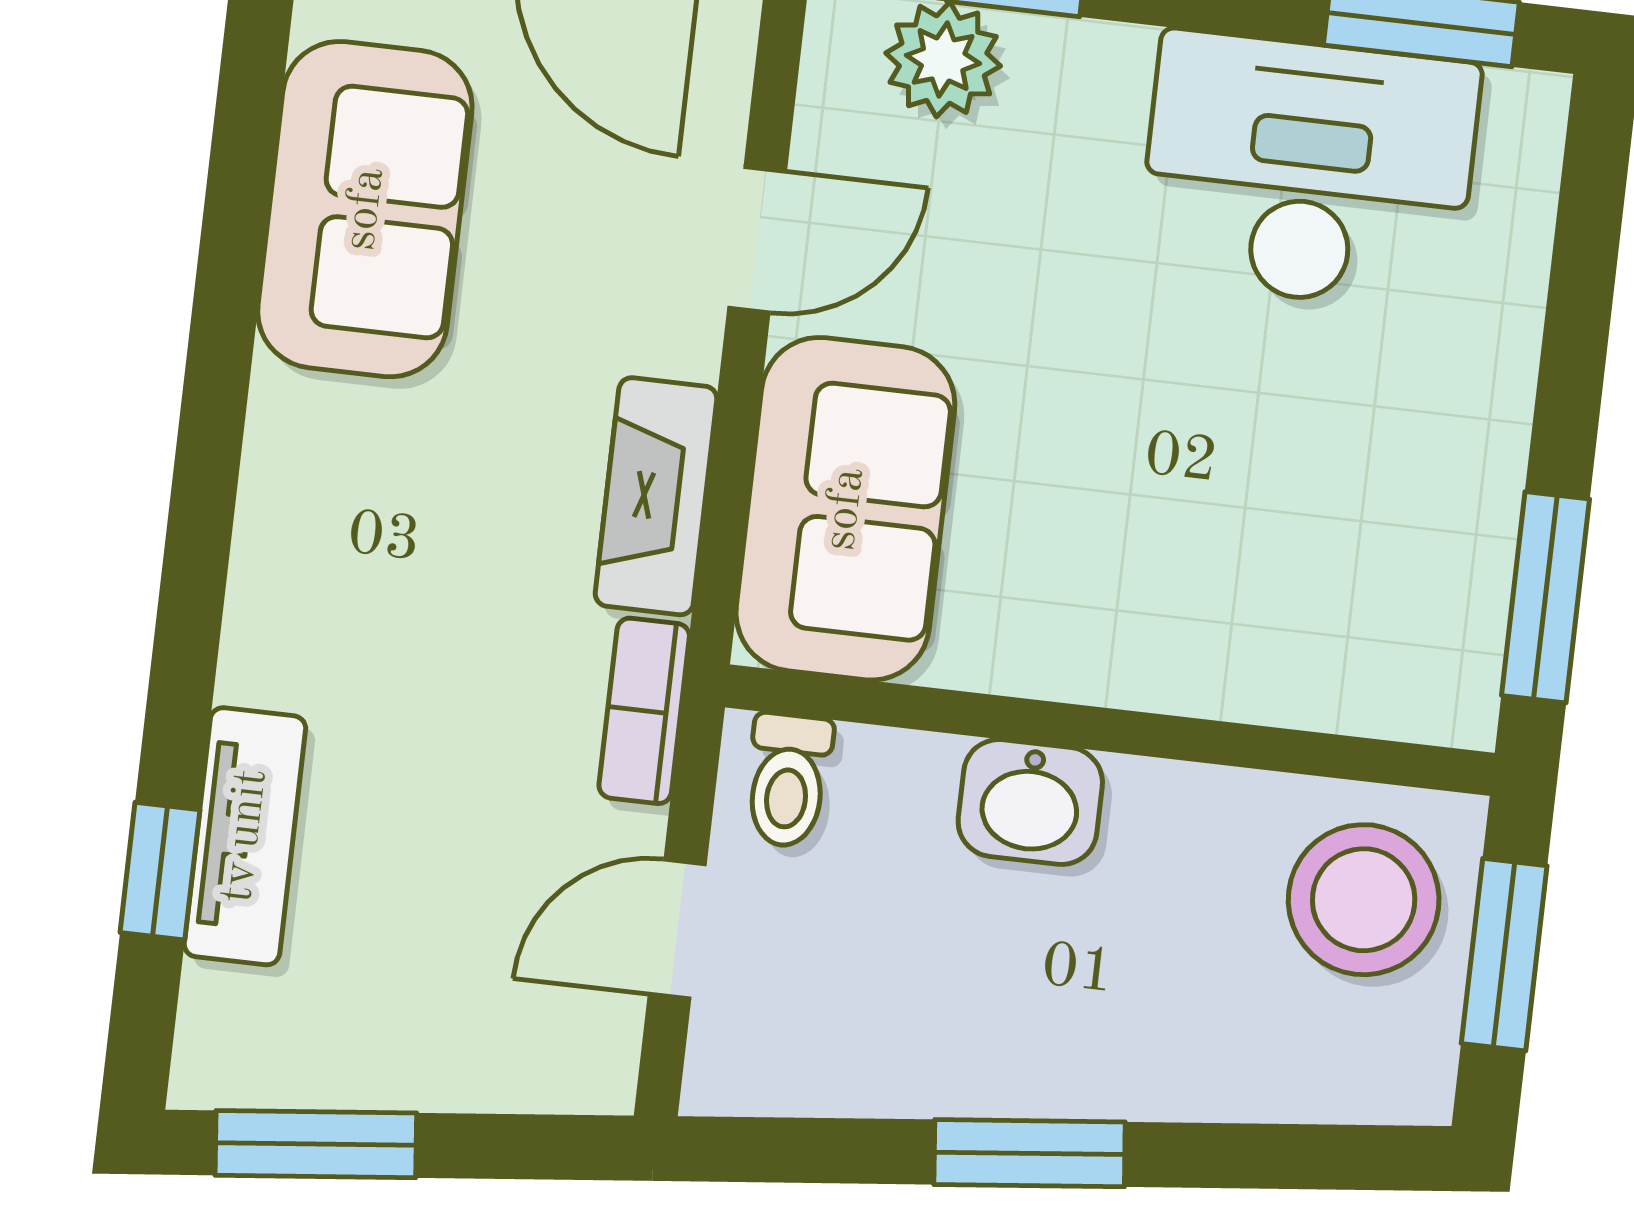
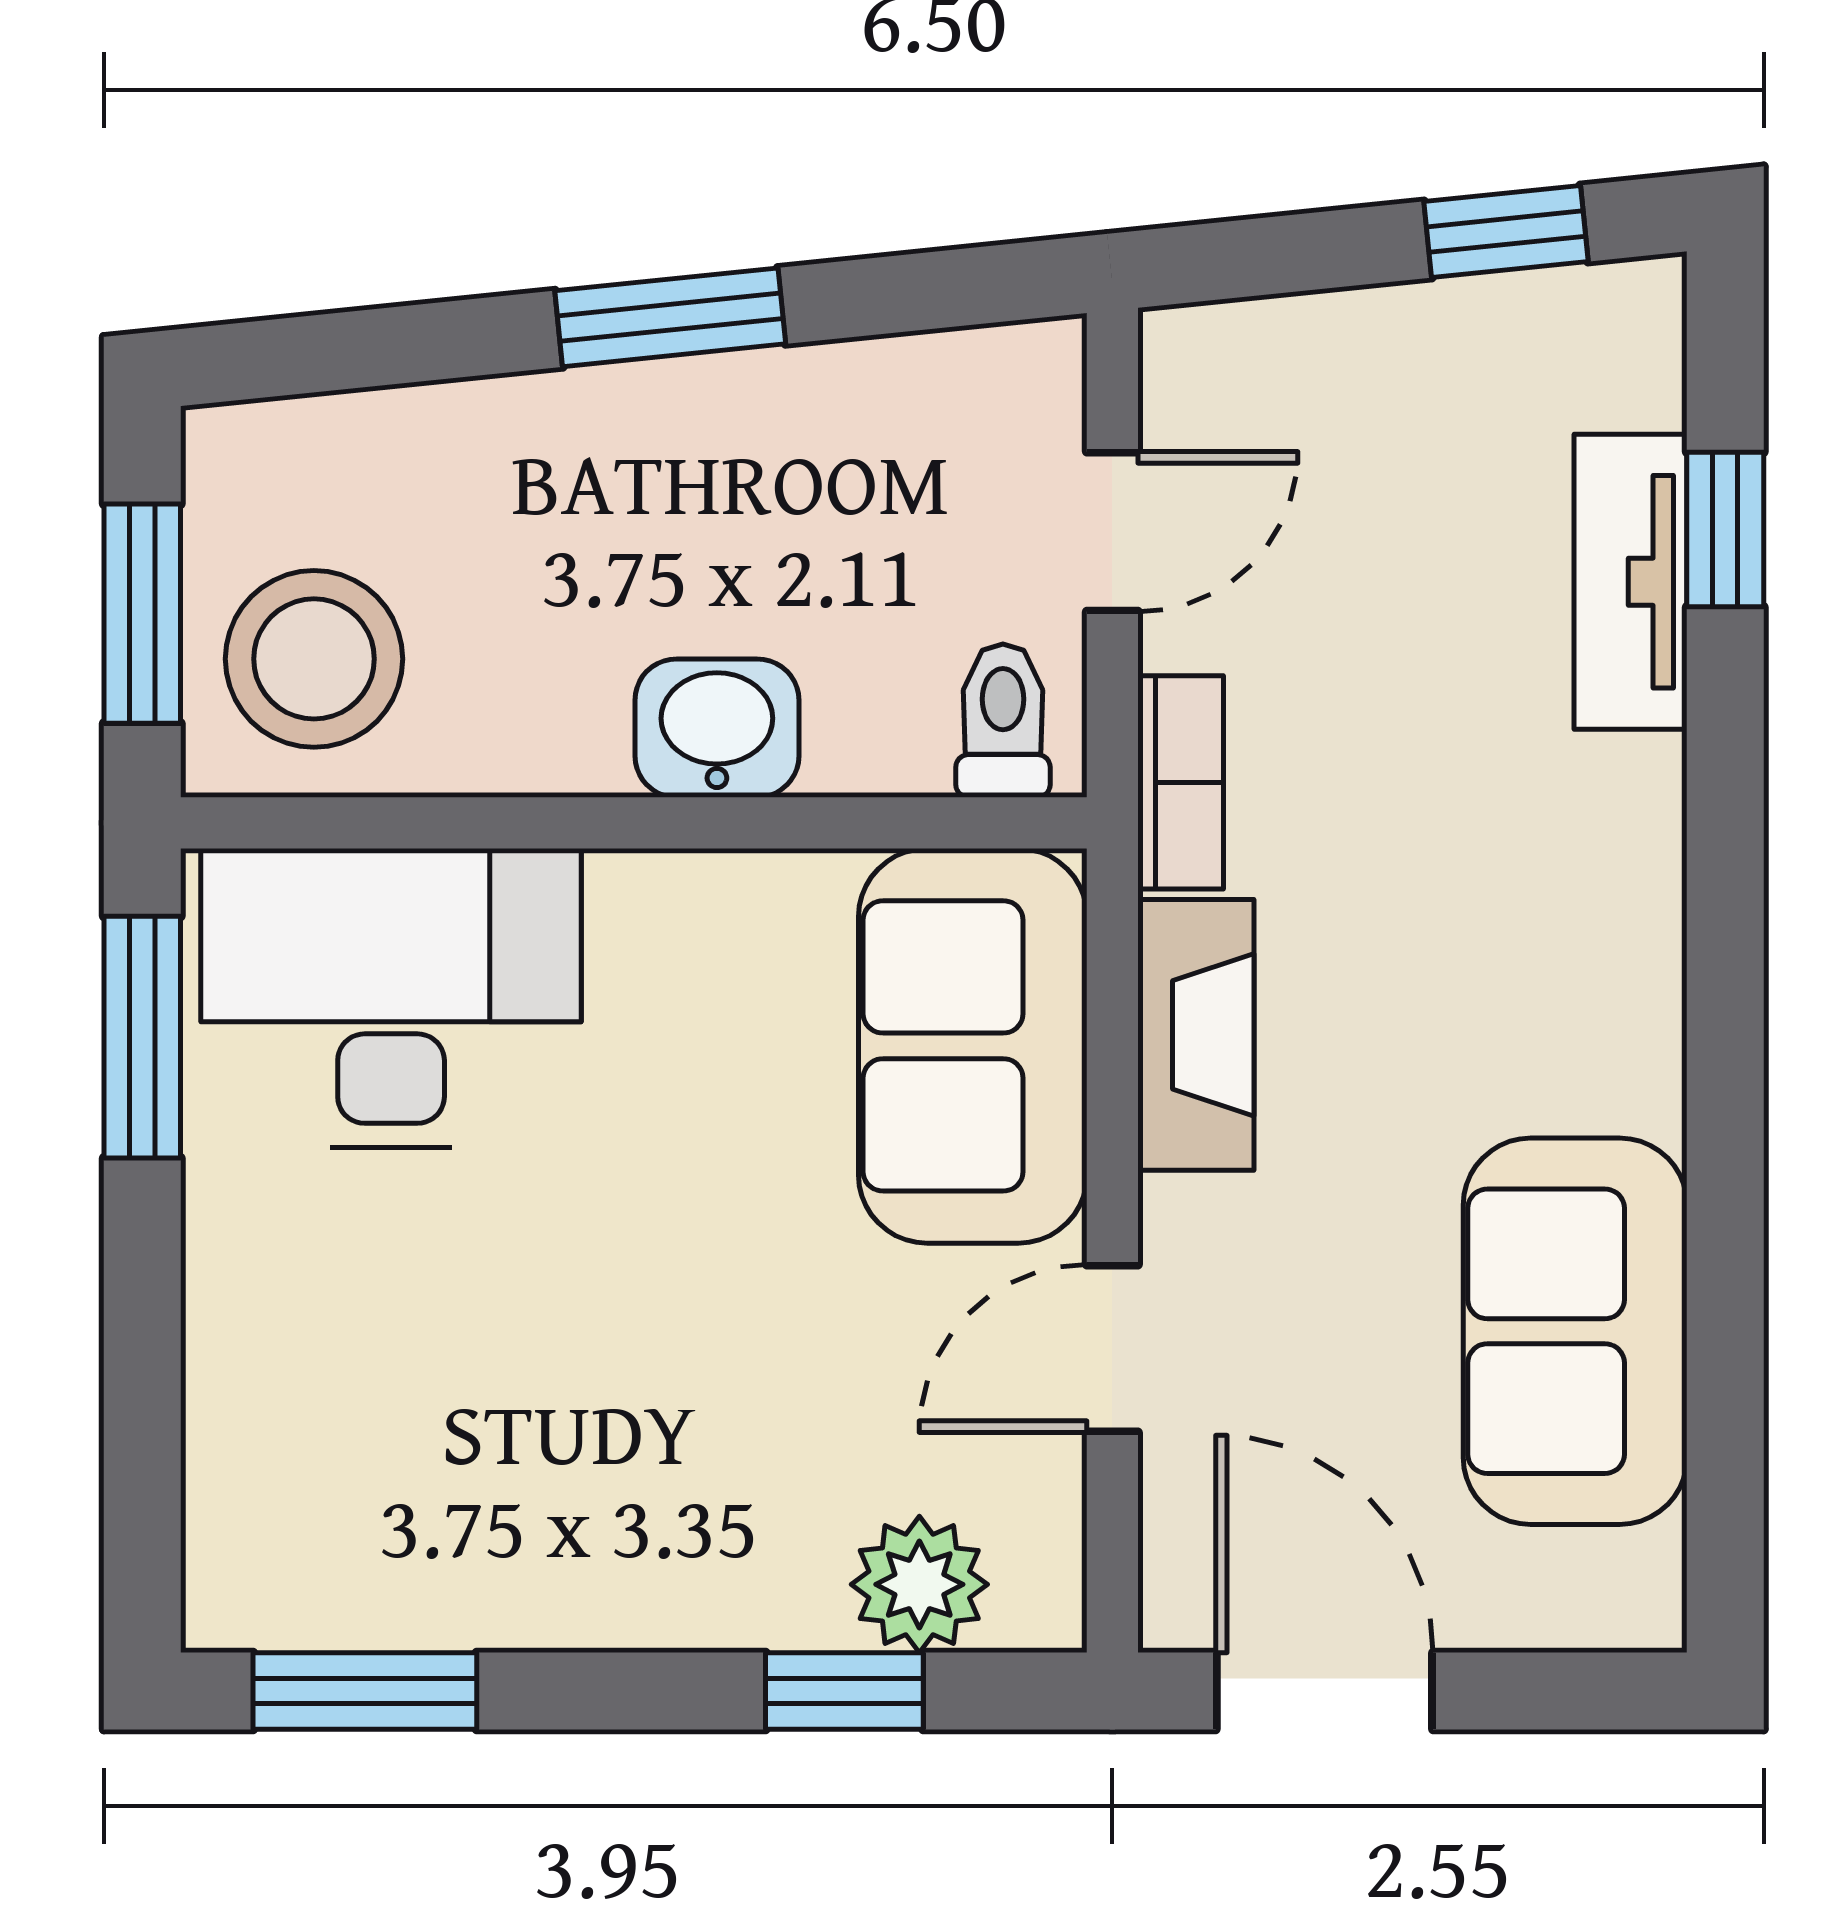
desk: (1308, 171) -> (391, 998), moved, turned 180
window: (316, 1144) -> (1506, 231), width x0.67

